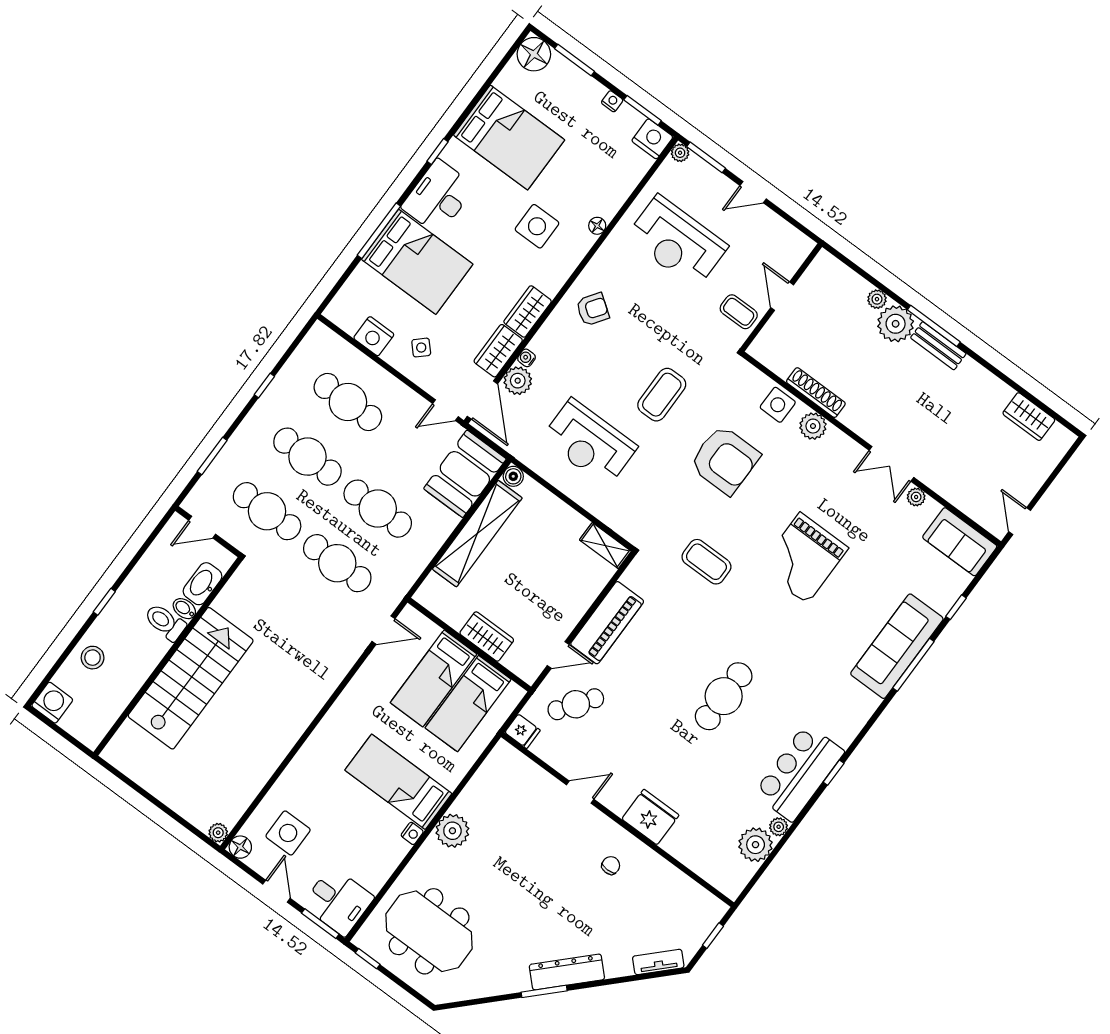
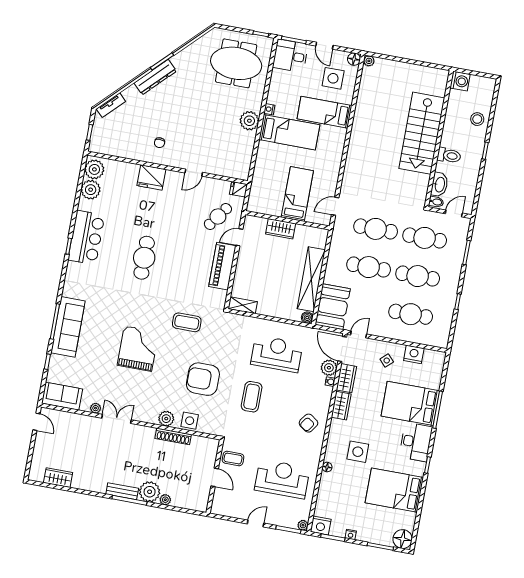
bidet: (184, 609) -> (436, 202), moved
washing machine: (52, 703) -> (460, 81), moved, turned -90
bed: (468, 704) -> (324, 112), moved, turned -90
plant: (779, 827) -> (94, 169), moved, width x1.88, depth x1.88

